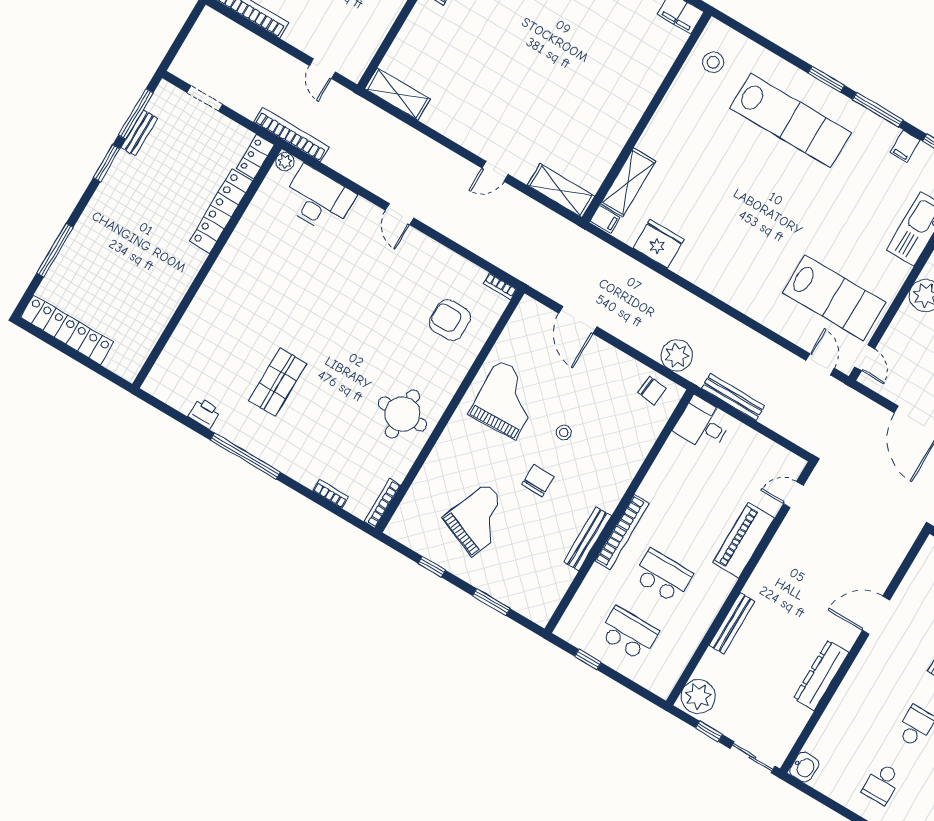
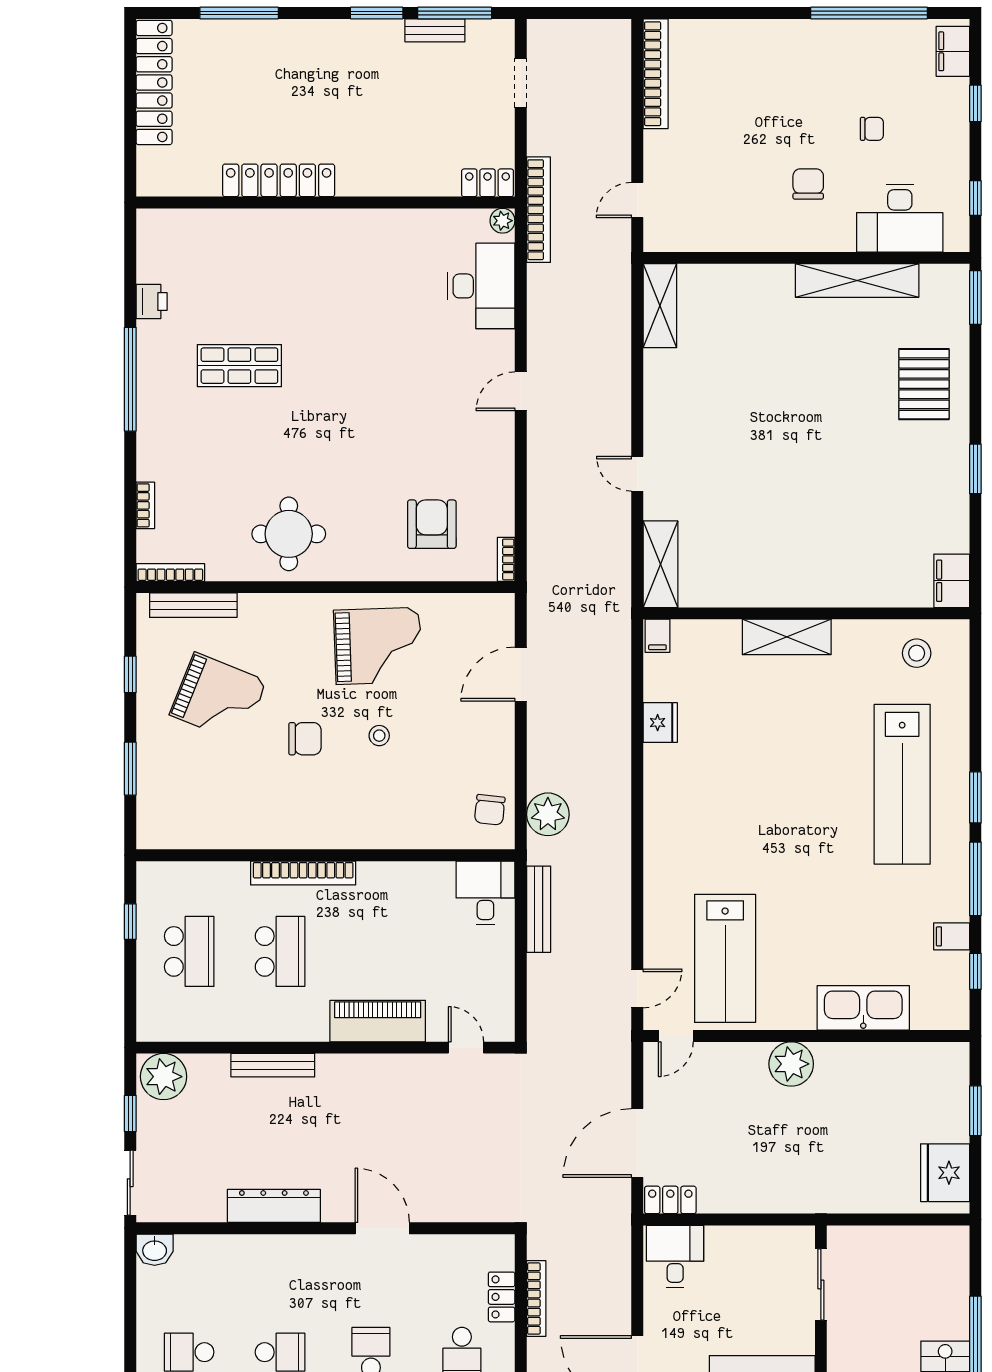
shelving: (628, 182) -> (787, 637), moved
locker: (221, 211) -> (279, 180), moved
fridge: (659, 244) -> (660, 723), width x0.73, depth x0.75
bench: (587, 539) -> (193, 605), moved

